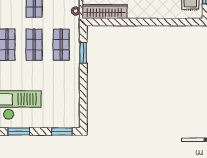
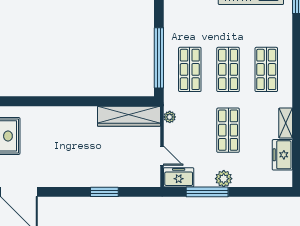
window: (83, 53) -> (159, 58), width x2.11

